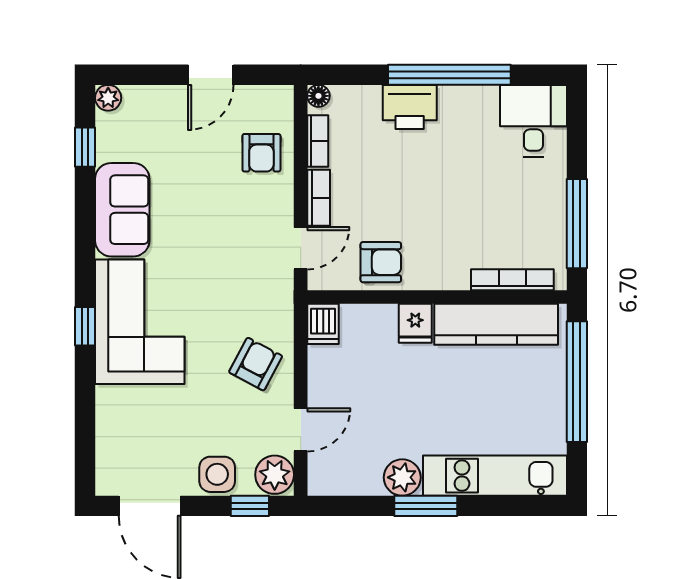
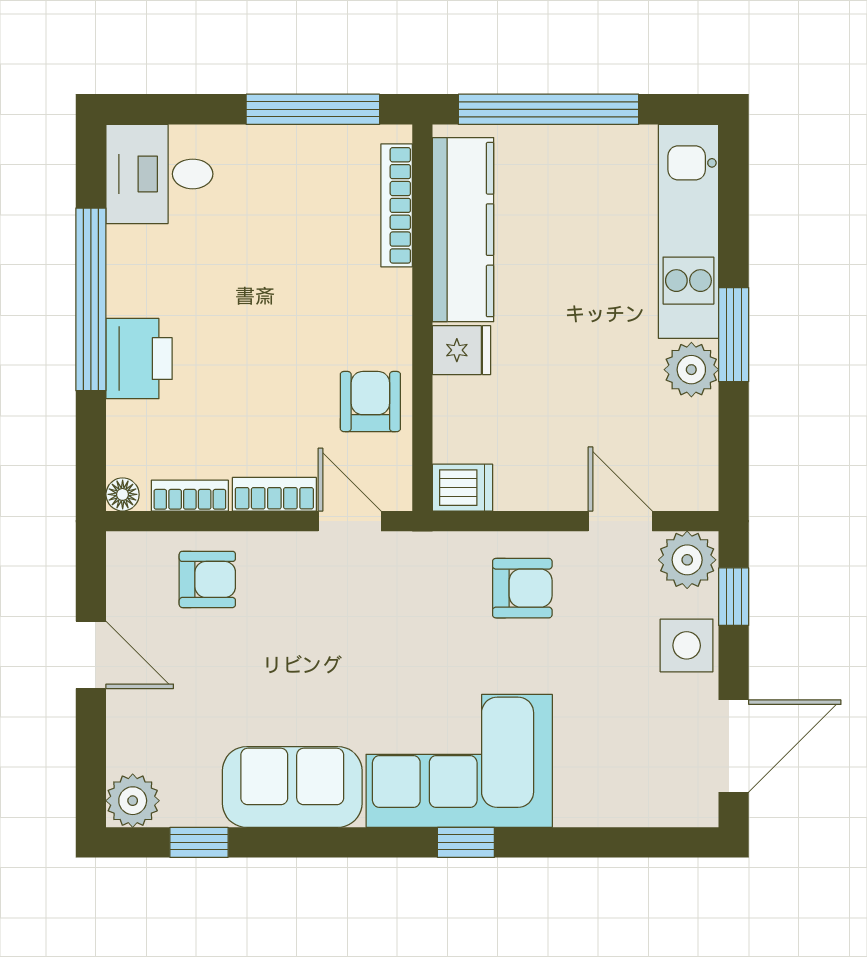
plant: (108, 98) -> (133, 801), width x1.38, depth x1.38
armchair: (256, 364) -> (522, 588), turned 152

